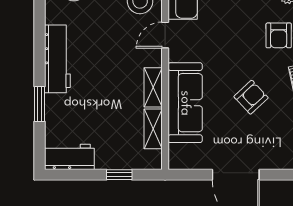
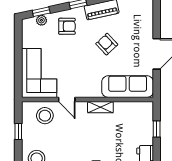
sofa: (185, 103) -> (128, 87), moved
shelving: (153, 129) -> (127, 107), removed

